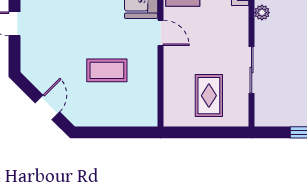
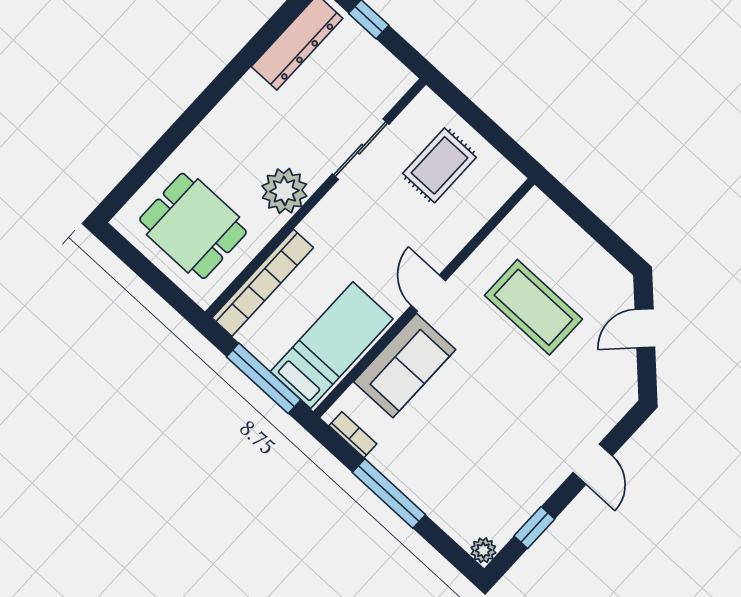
plant: (262, 13) -> (284, 191), width x1.88, depth x1.88
coffee table: (107, 70) -> (533, 307), width x1.36, depth x1.32

